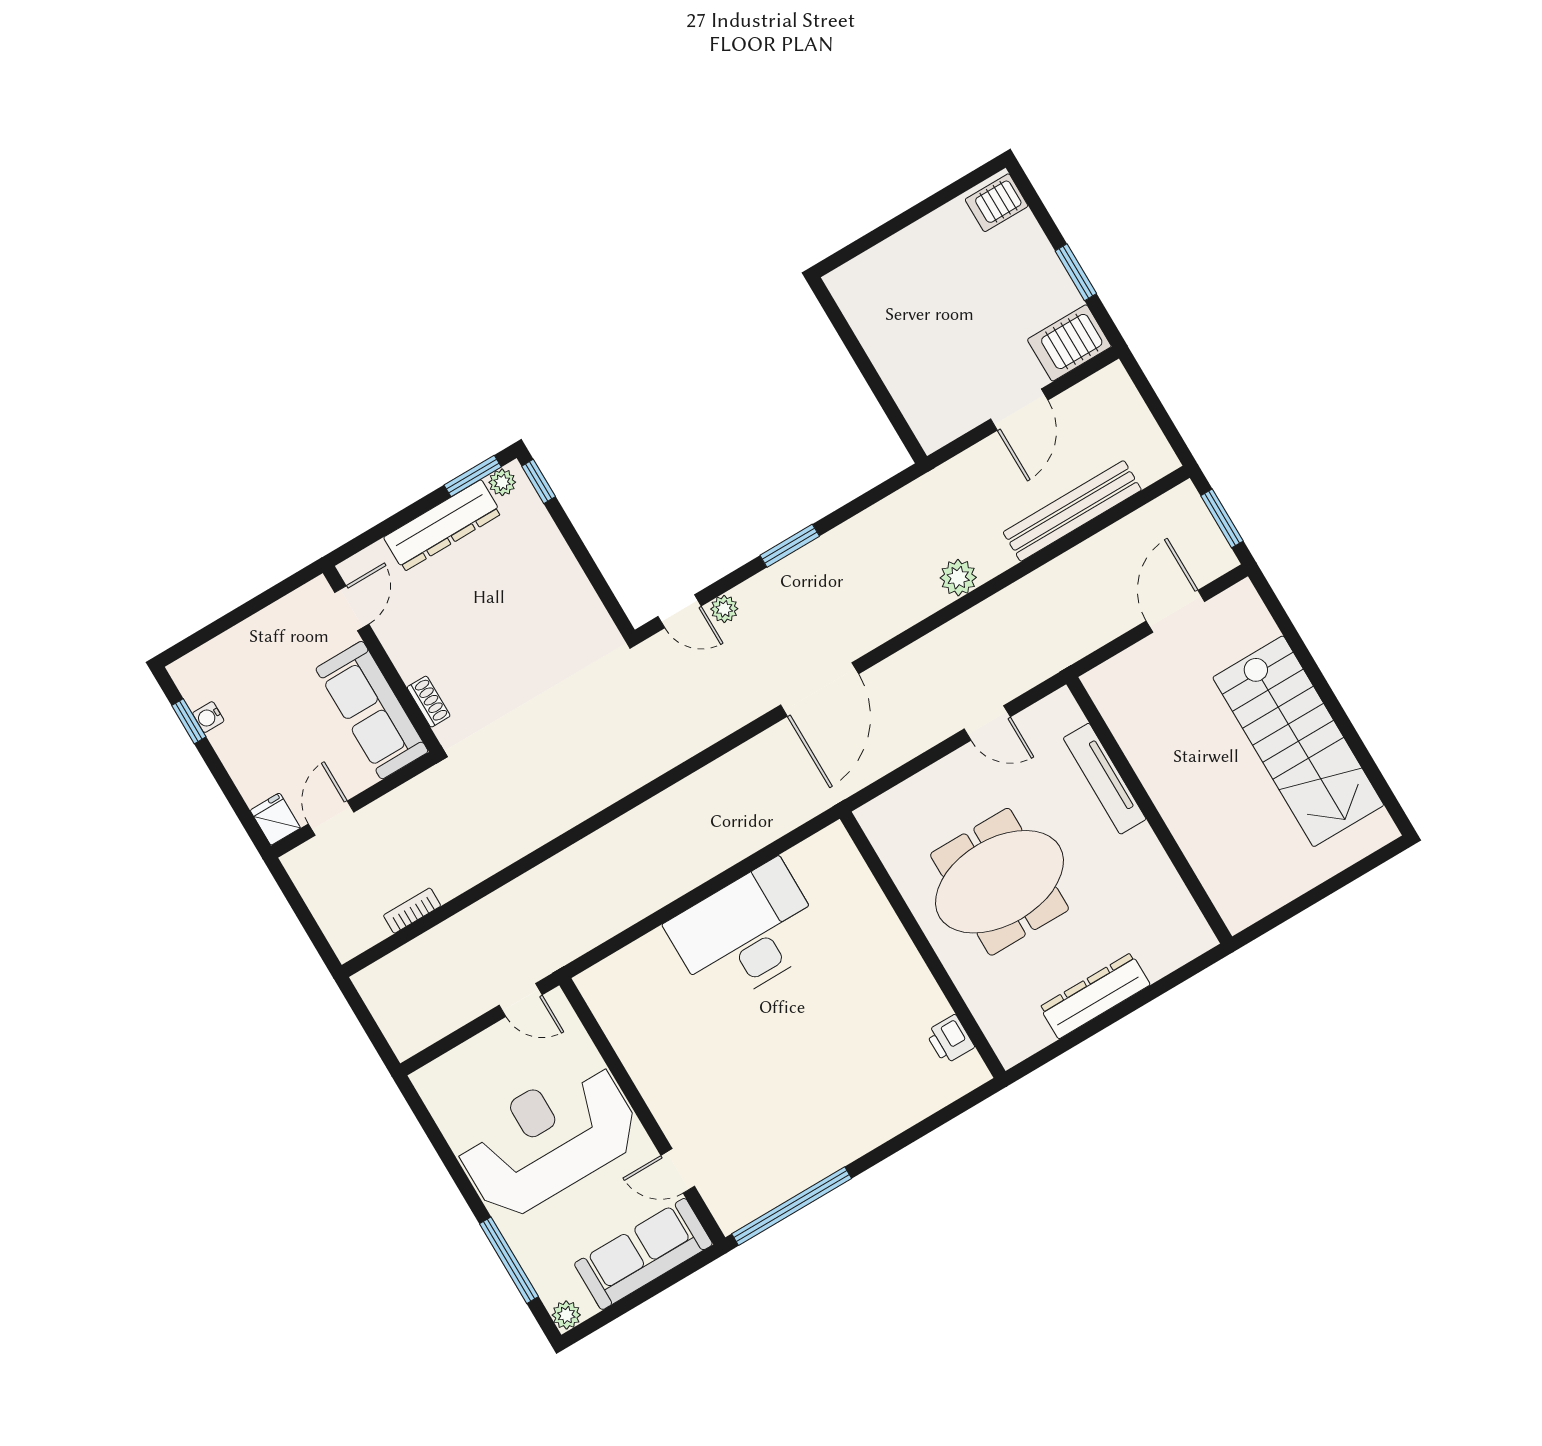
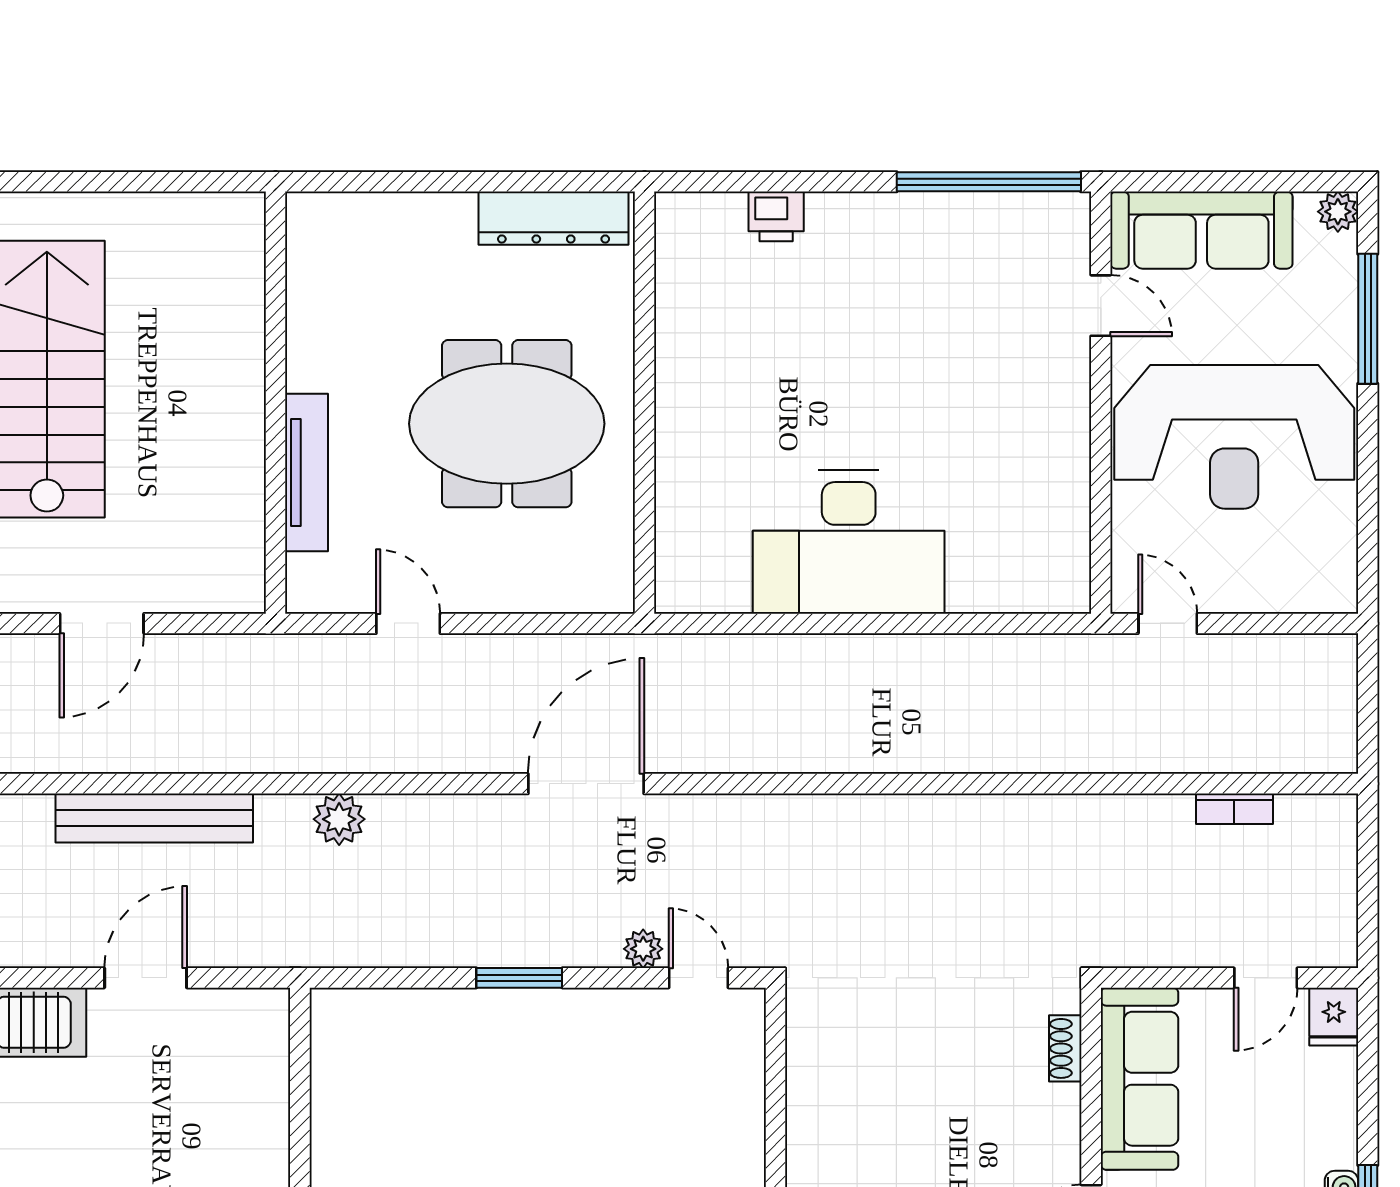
dresser: (1095, 996) -> (554, 218), moved
printer: (950, 1039) -> (776, 216), moved, turned 90

